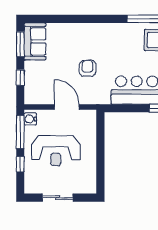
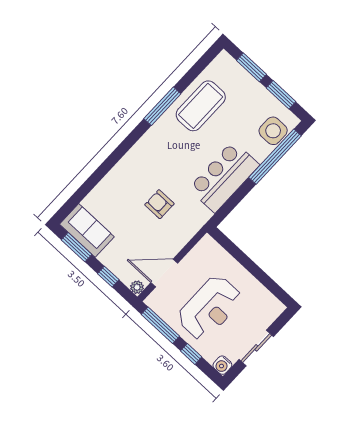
plant: (29, 99) -> (137, 287), added
door: (67, 107) -> (164, 273), moved
water cooler: (30, 119) -> (222, 365), moved

